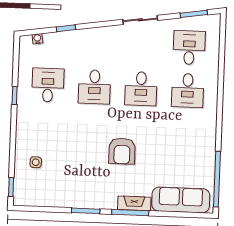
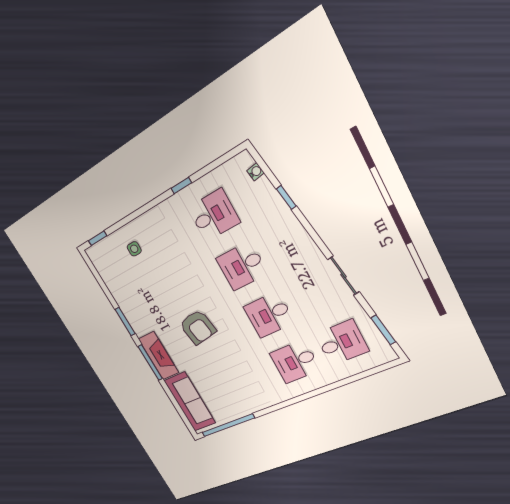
armchair: (122, 151) -> (198, 327), turned -99
fireplace: (134, 203) -> (159, 356), width x1.37, depth x1.32

